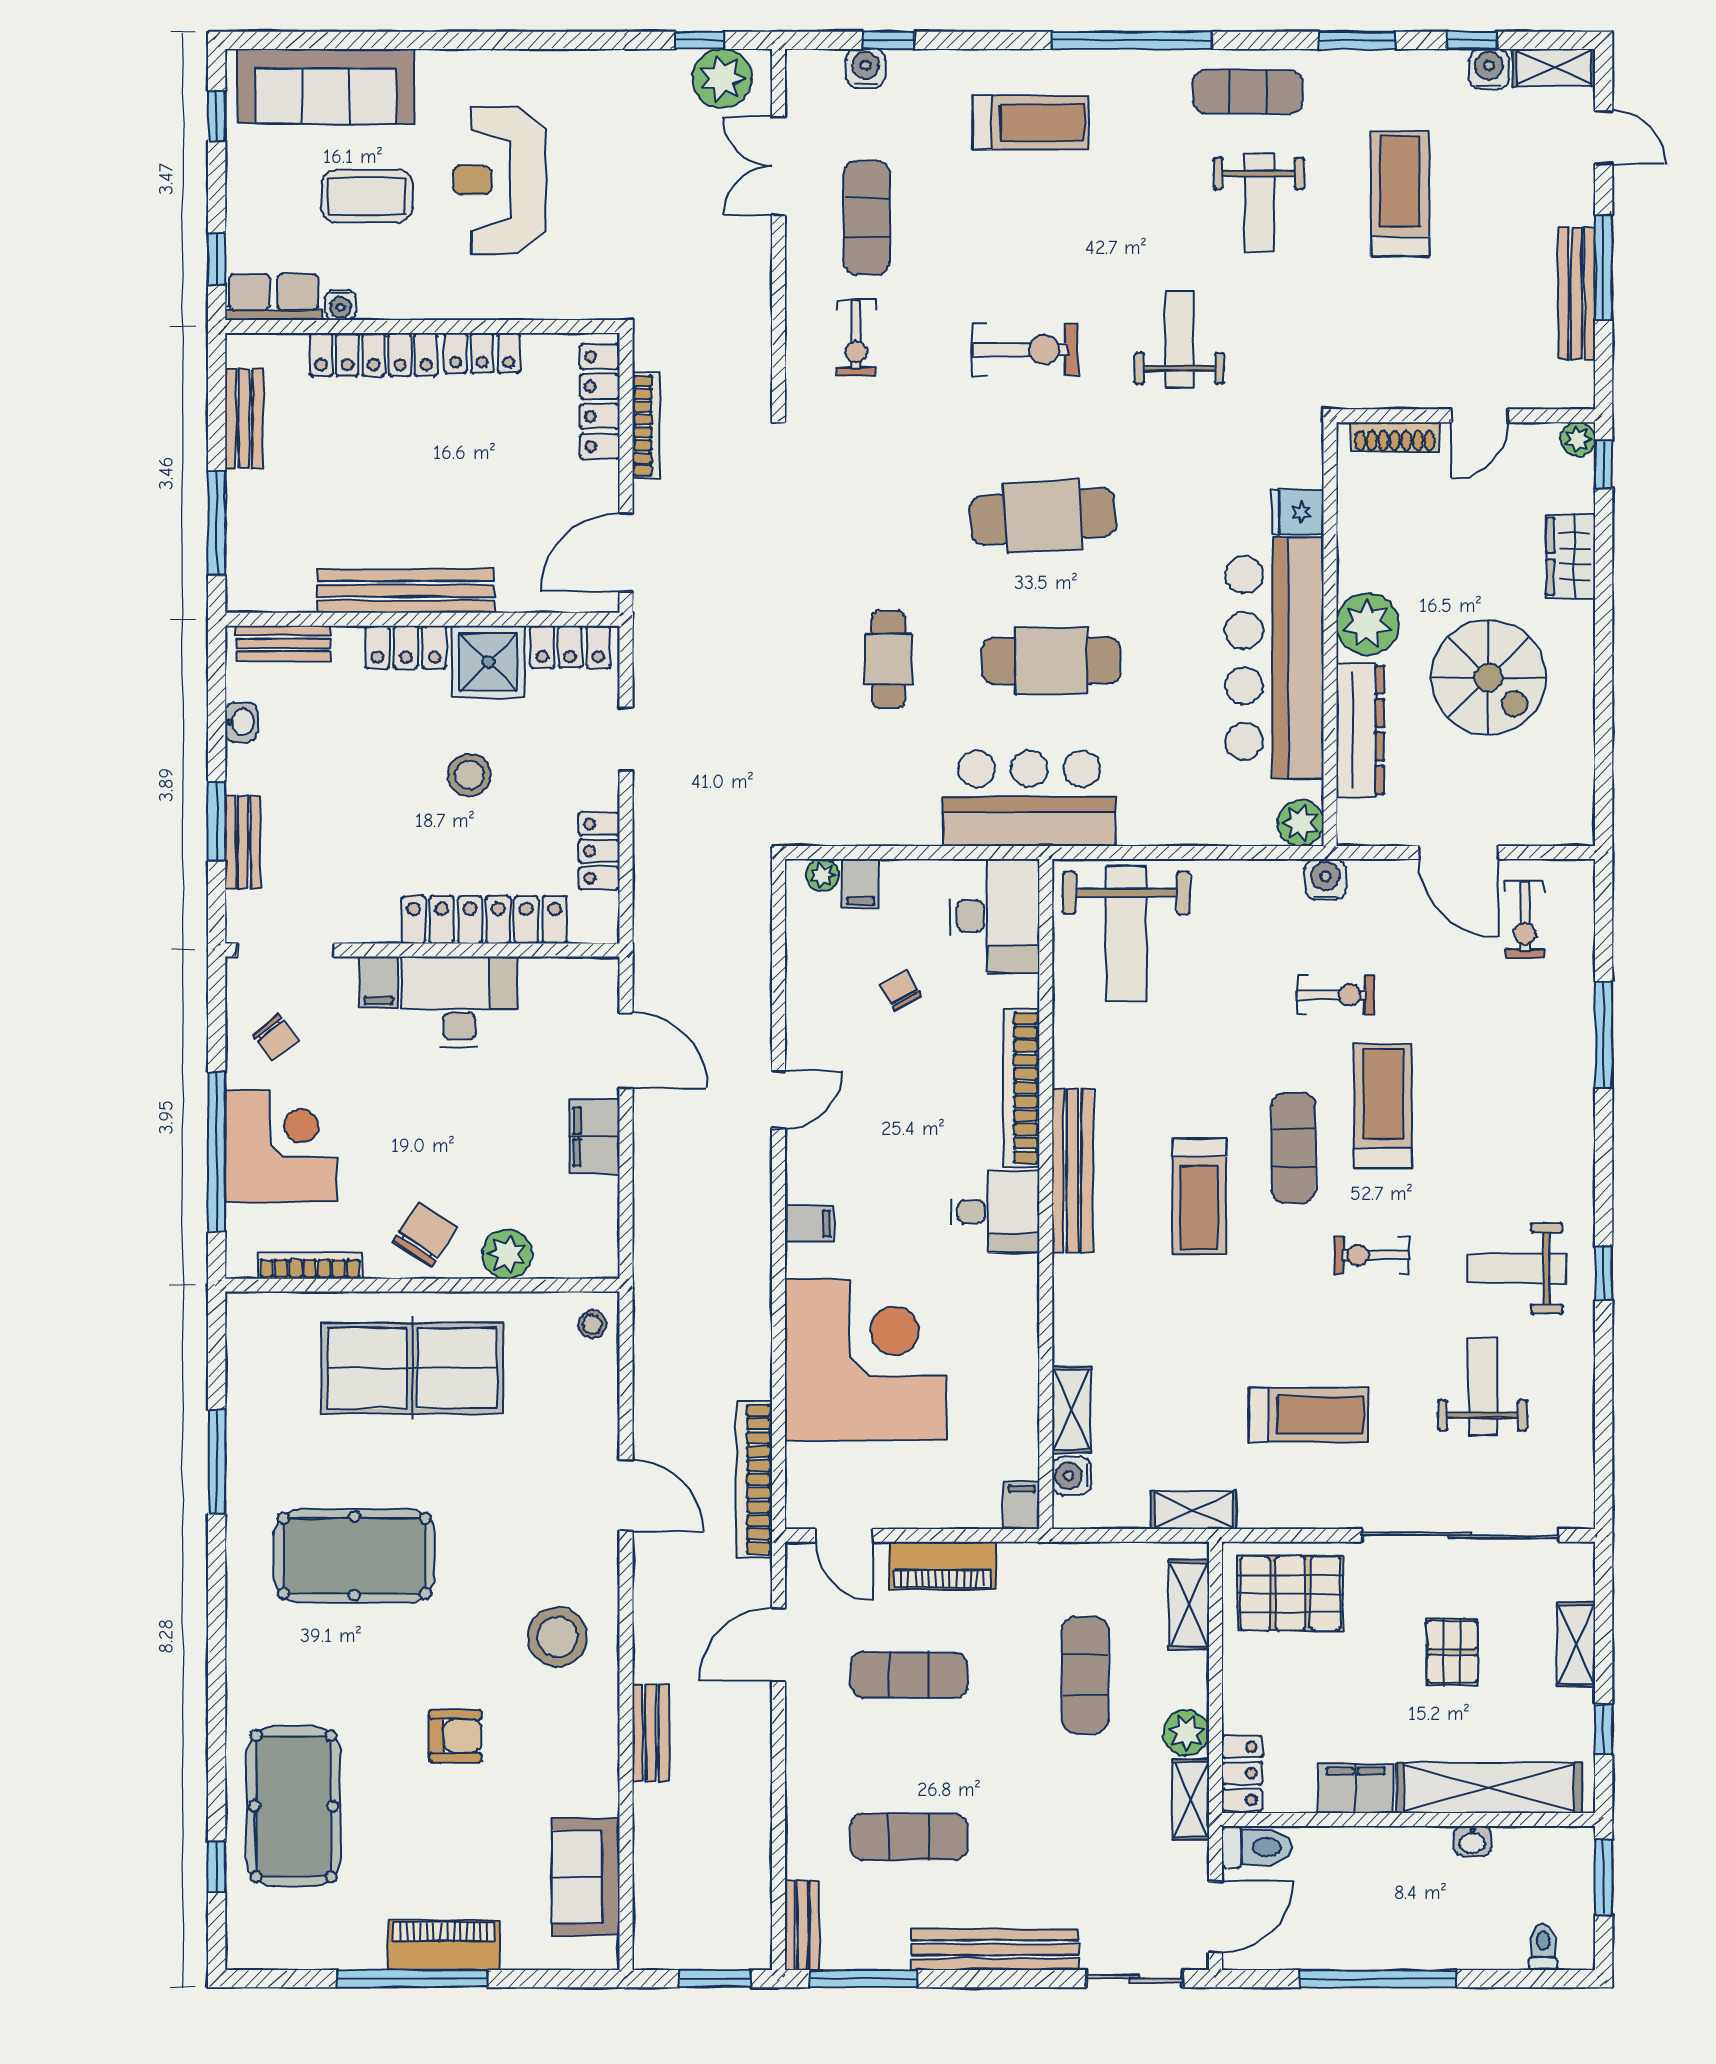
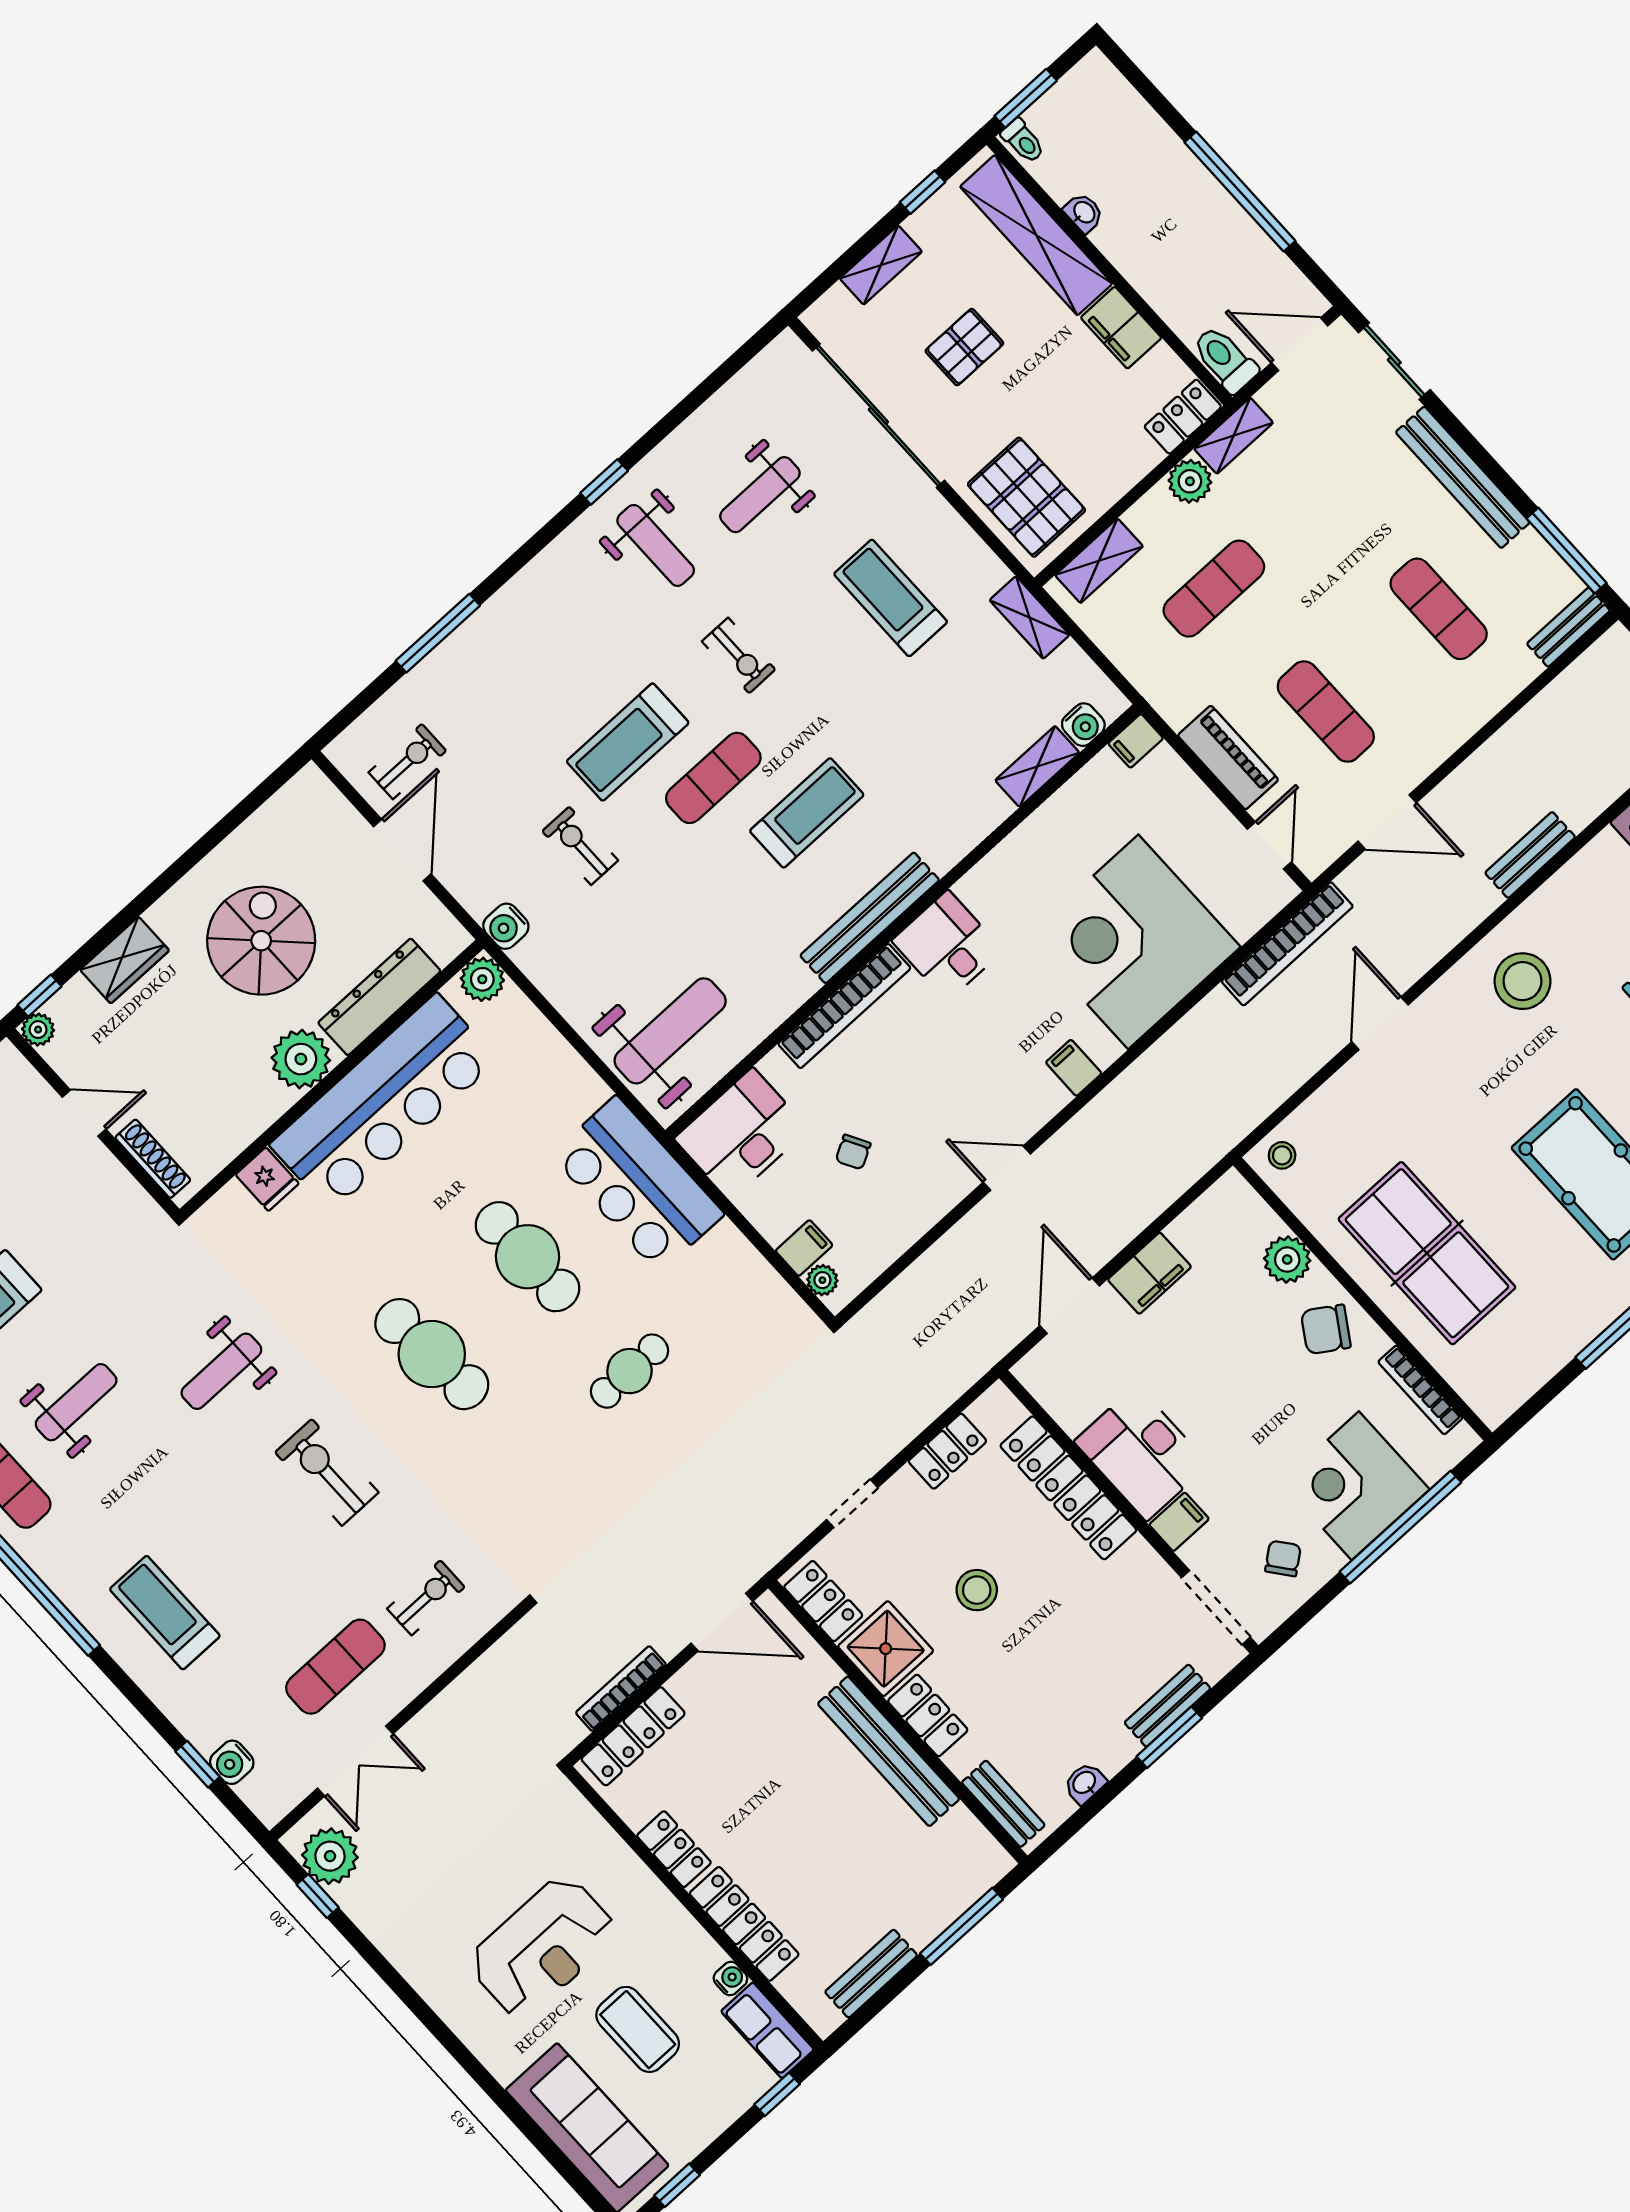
toilet: (1543, 1947) -> (1023, 141), moved, turned -90

